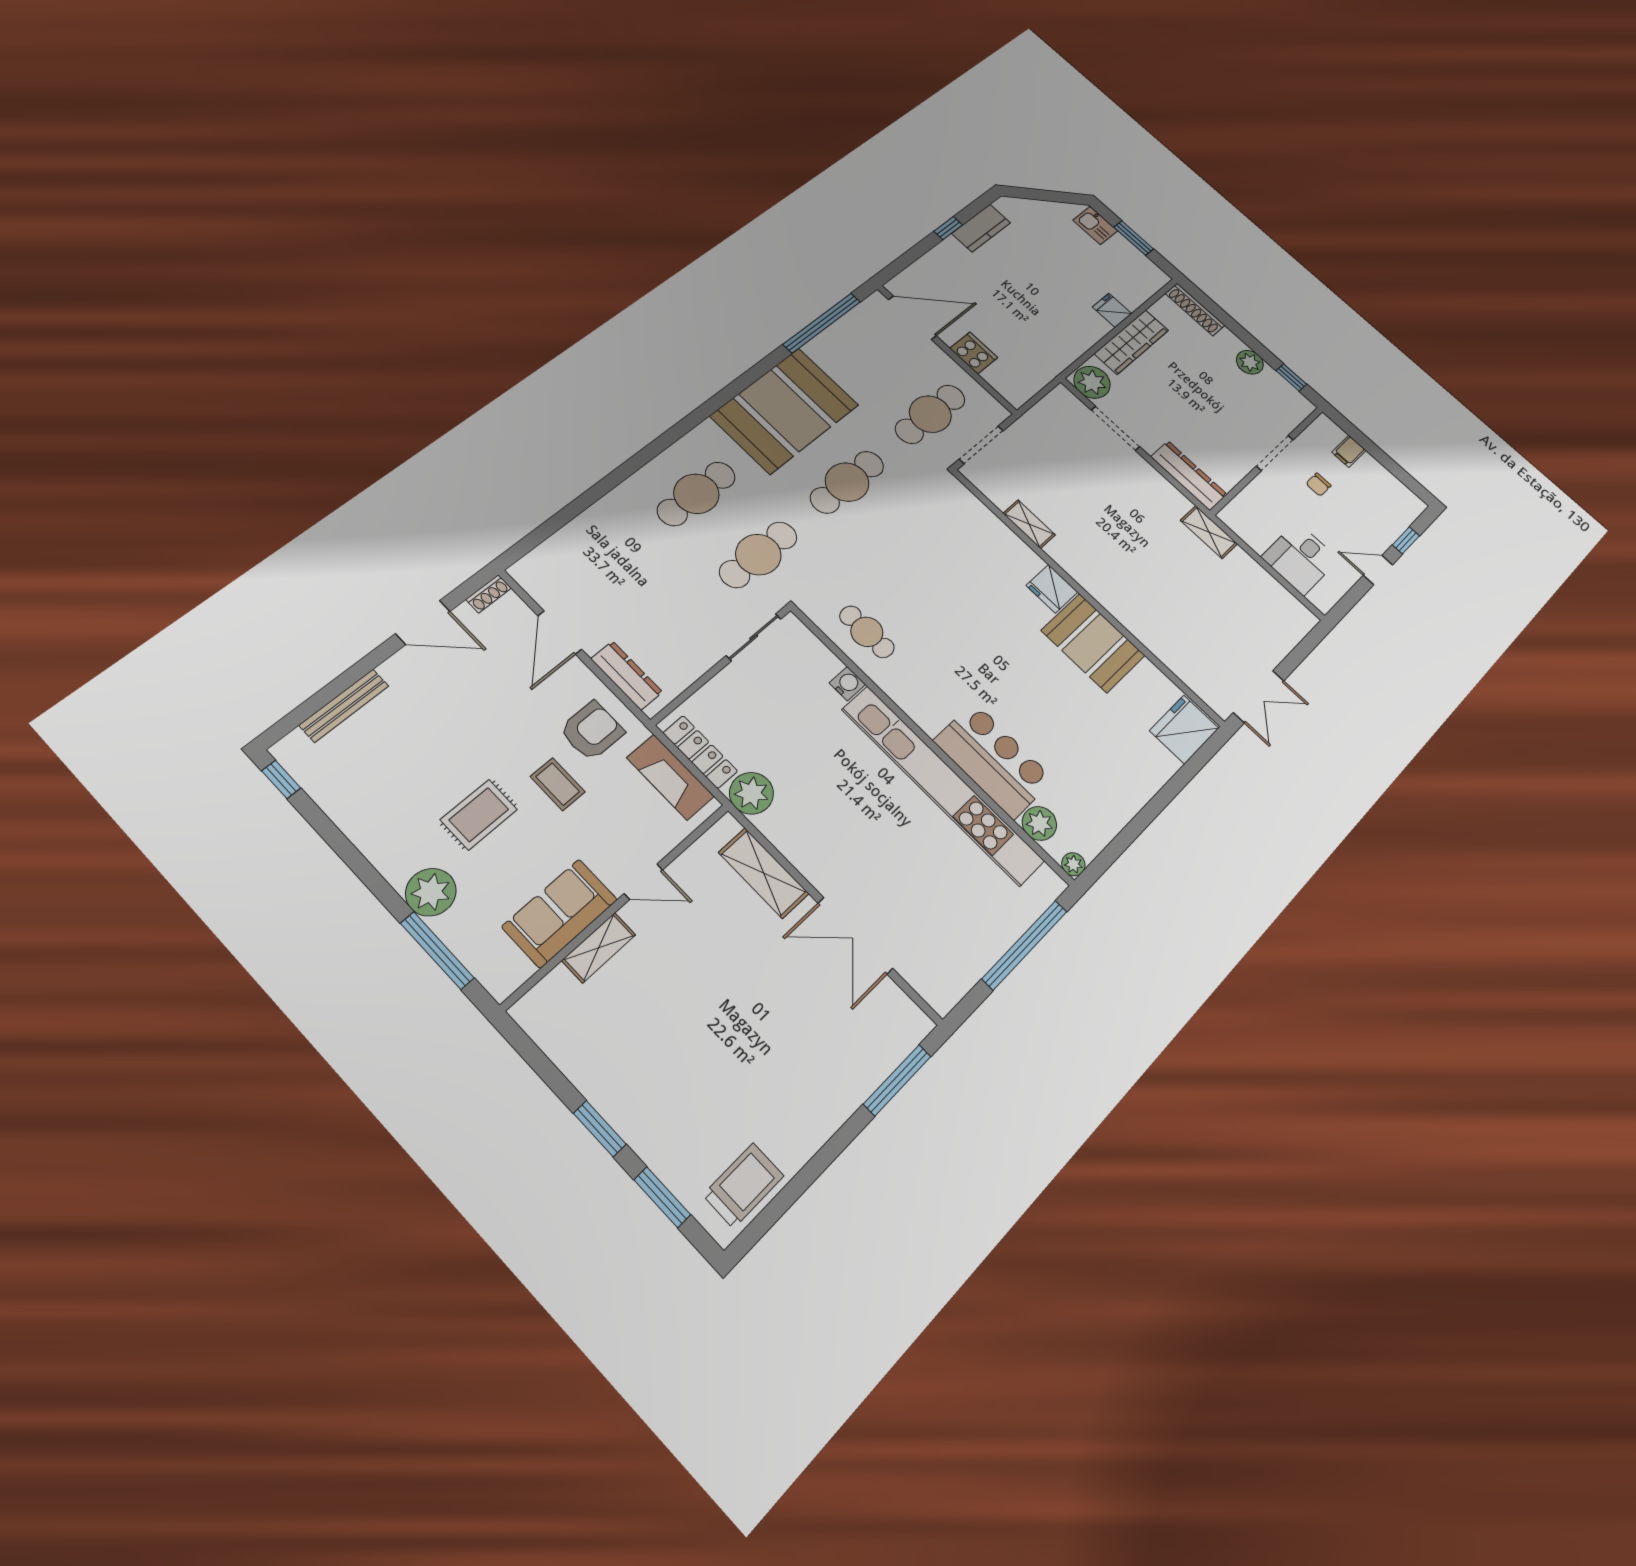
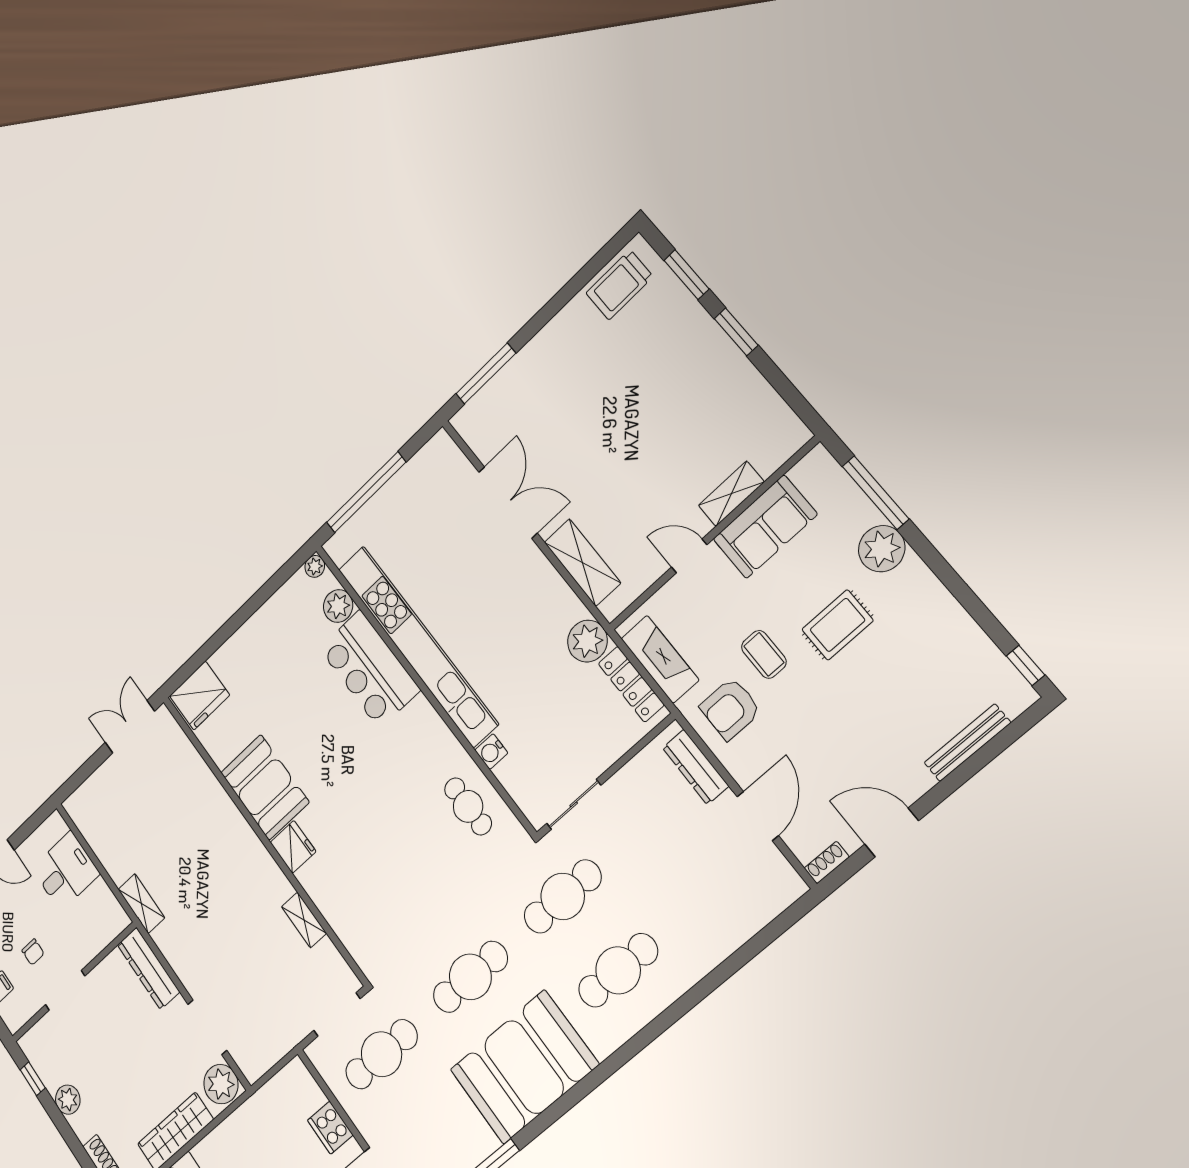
chair: (1318, 485) -> (33, 952), turned 90

